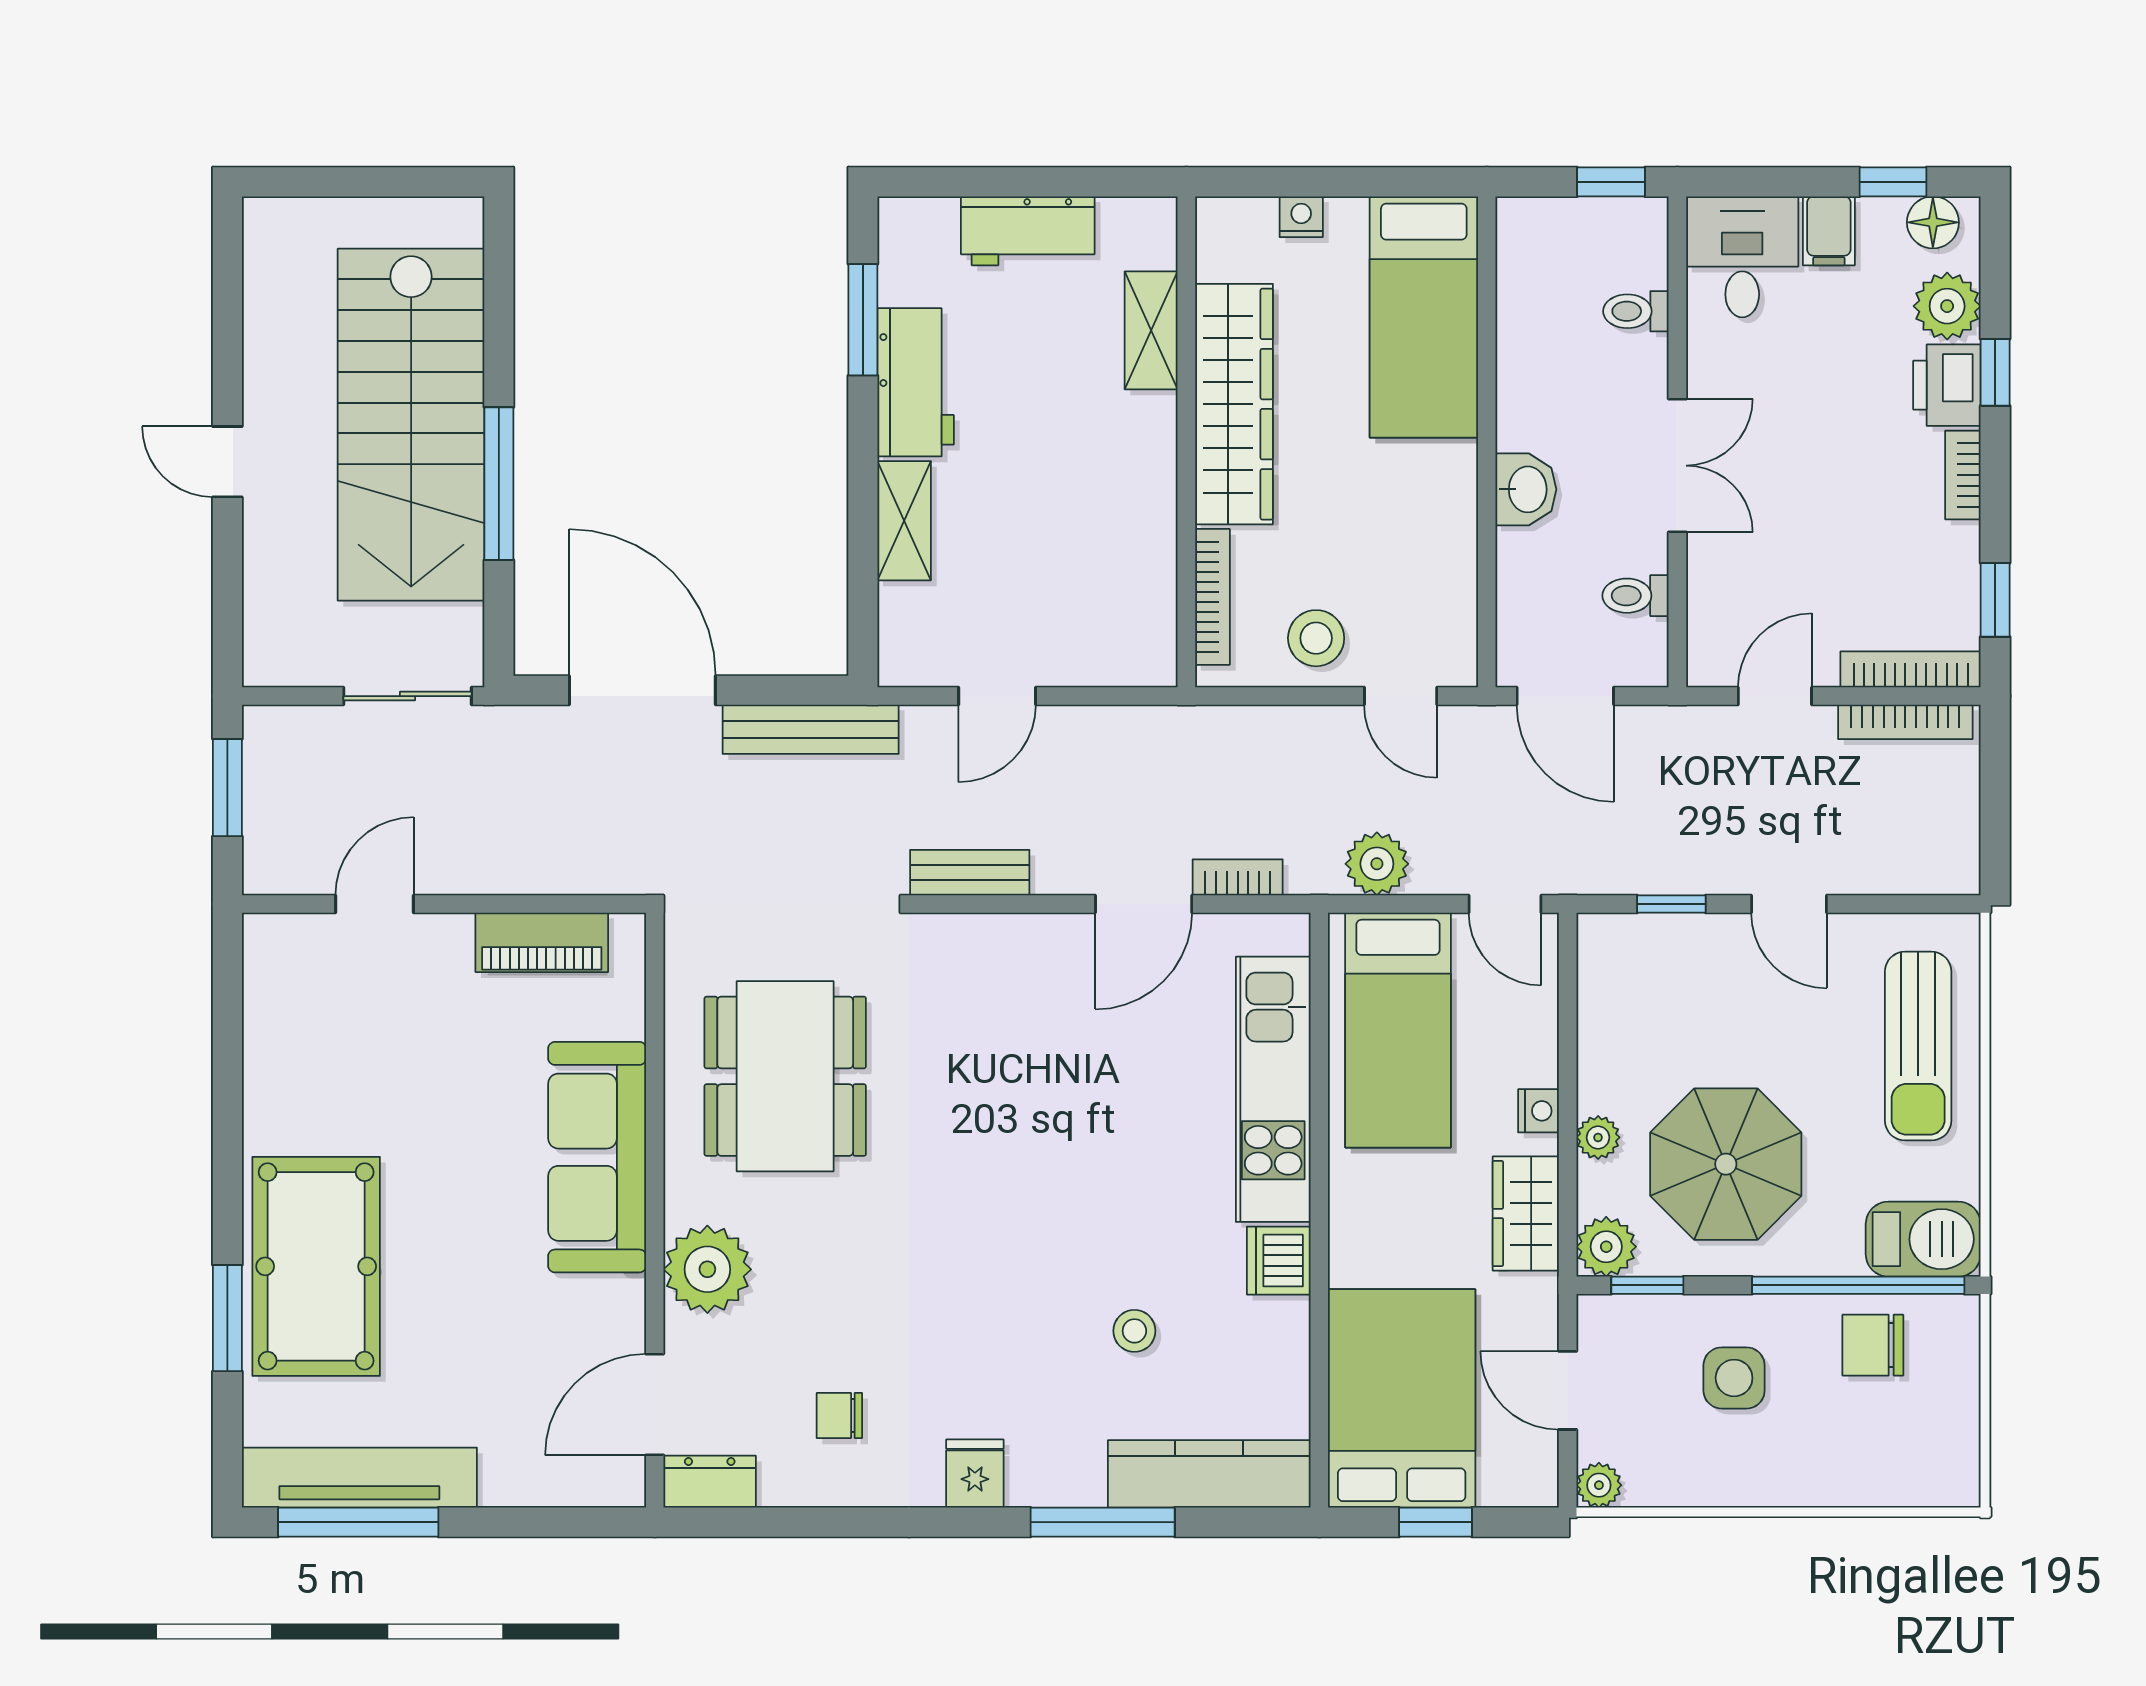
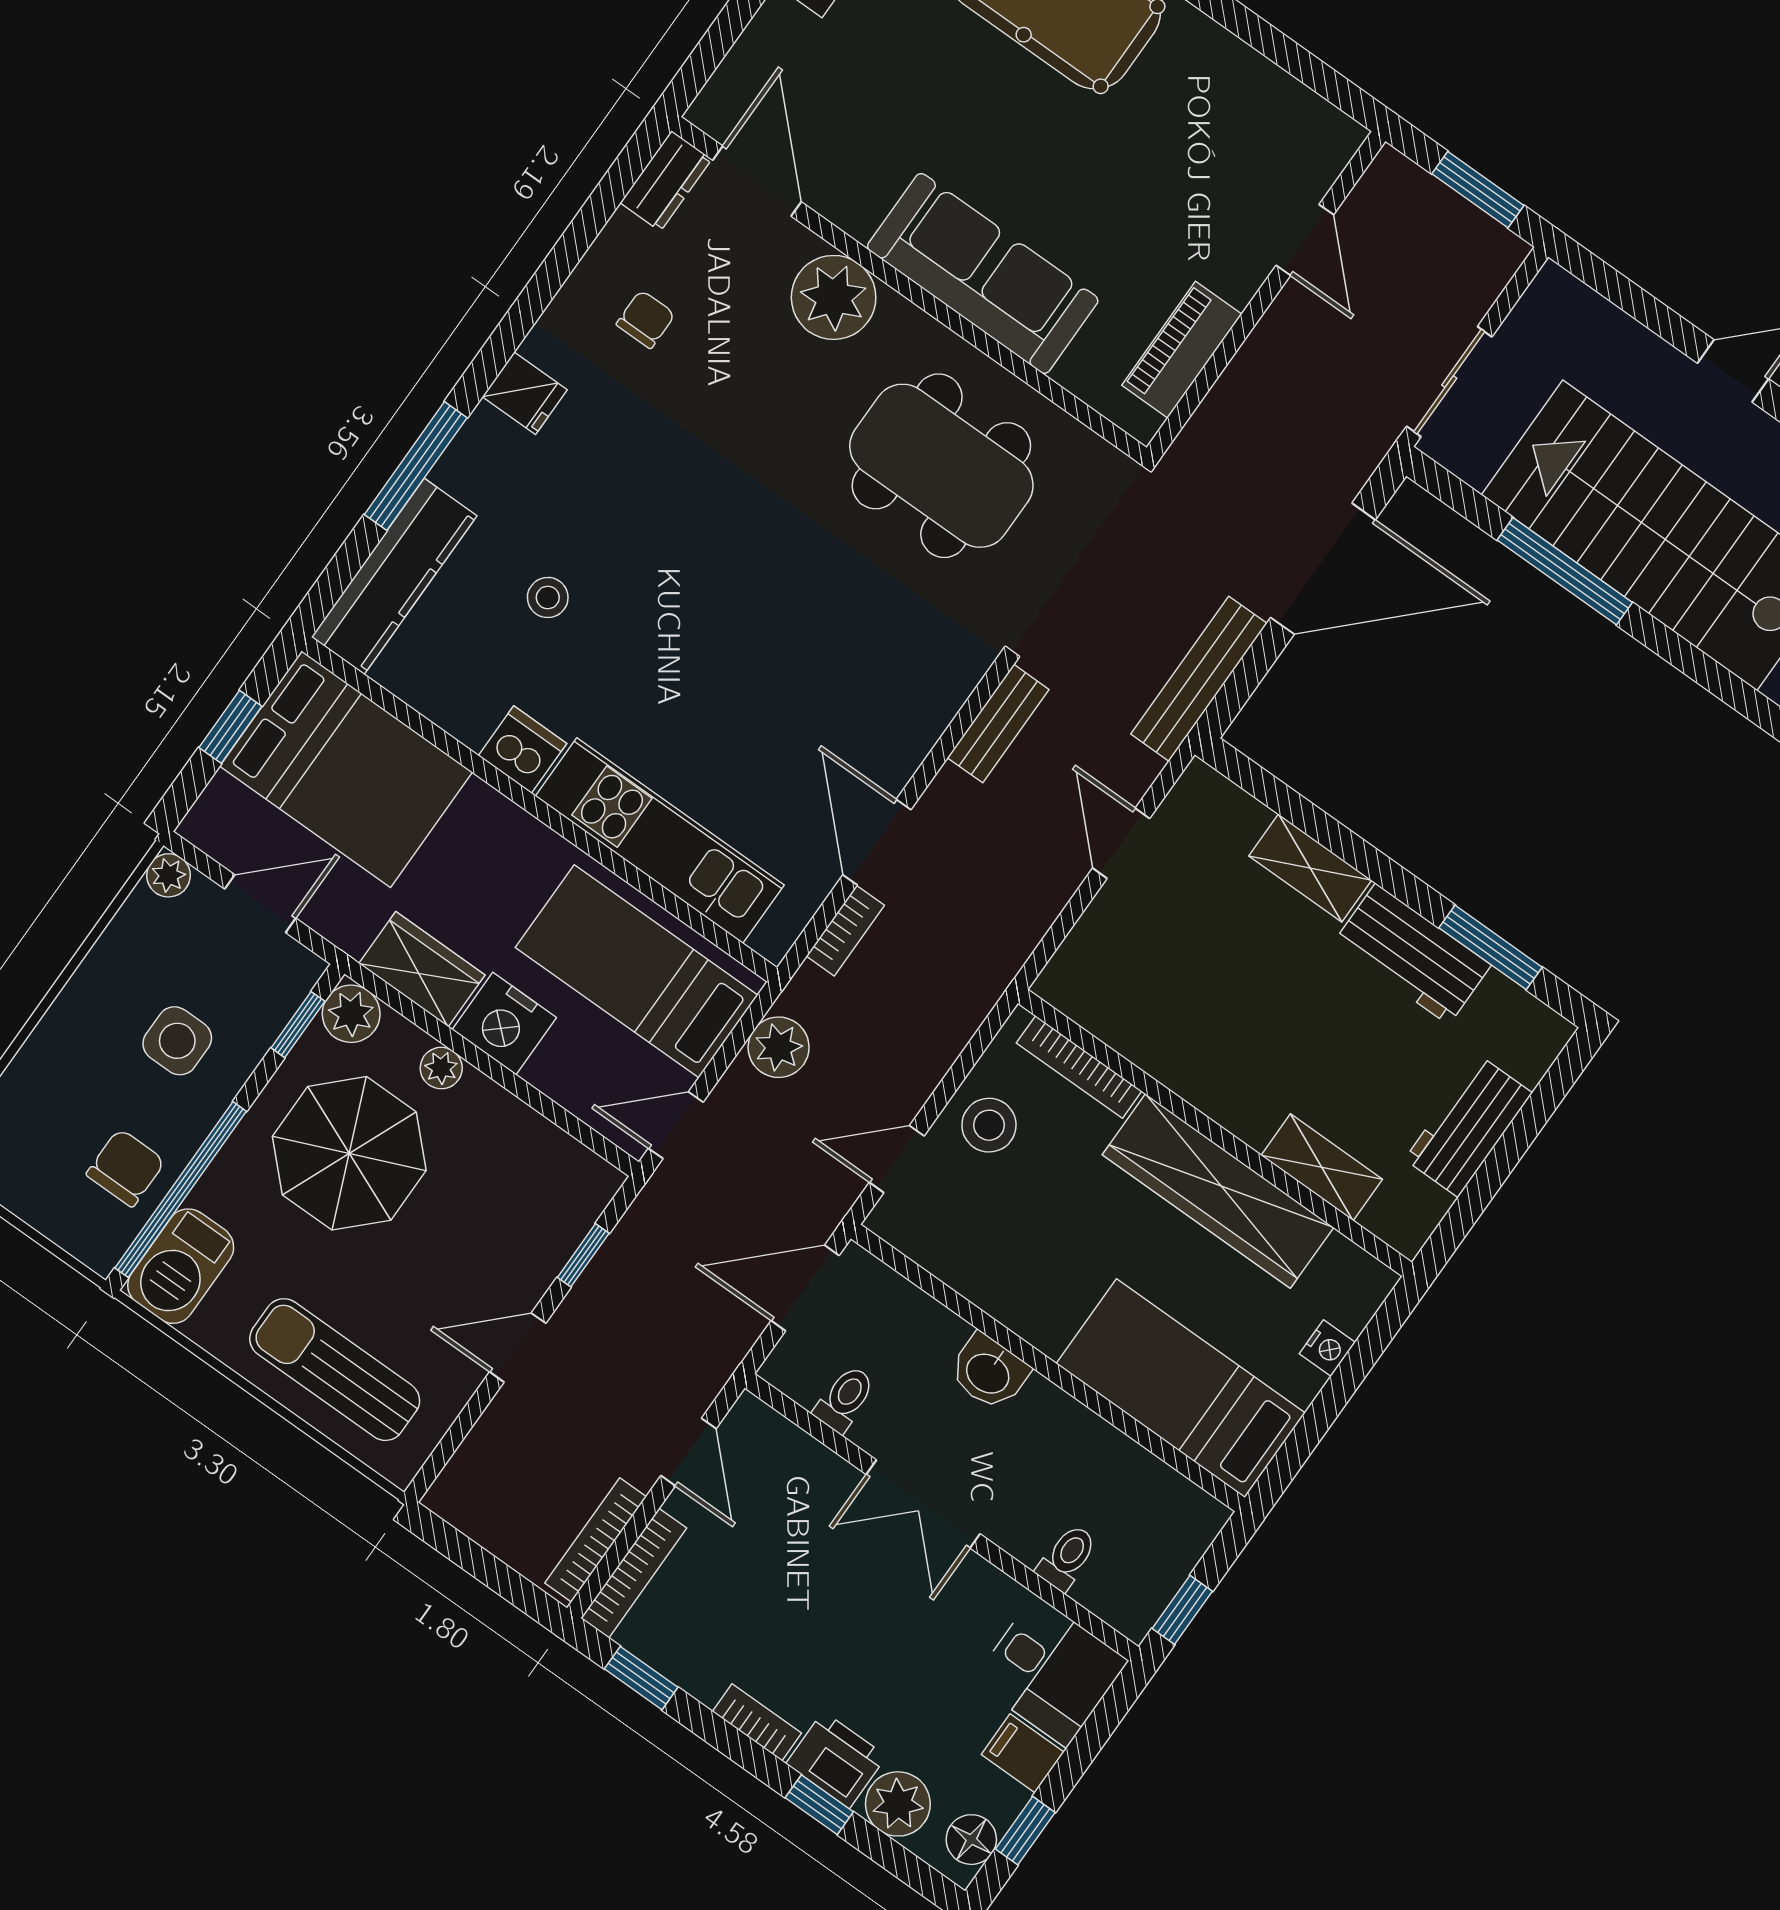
nightstand: (1539, 1111) -> (504, 1024), width x1.89, depth x1.79

